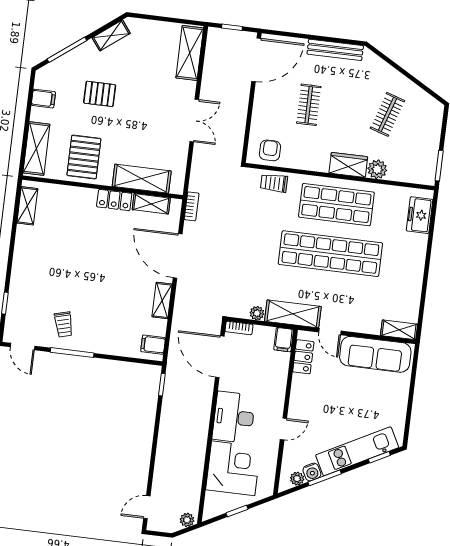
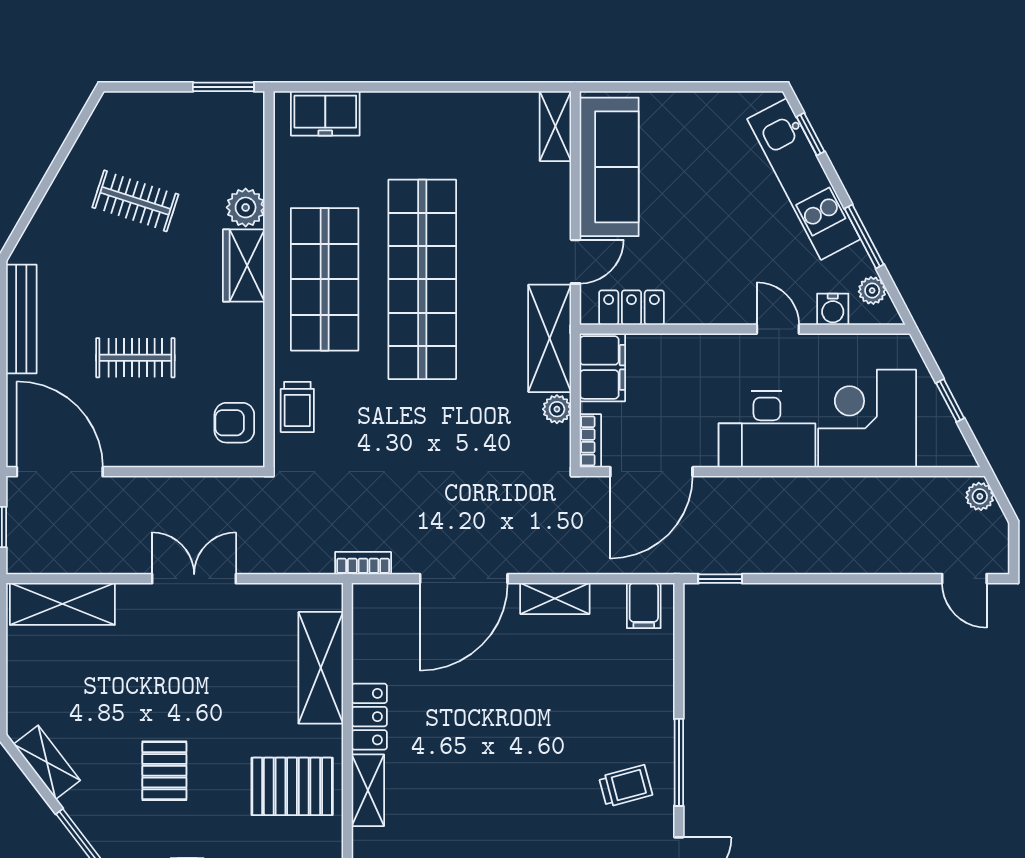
shelving: (151, 204) -> (368, 790), moved
filing cabinet: (284, 340) -> (602, 367), width x2.00
water cooler: (312, 472) -> (833, 309), moved, turned 118

